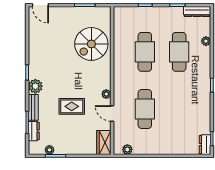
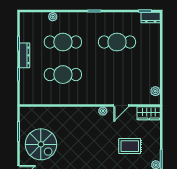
dresser: (197, 11) -> (25, 55), moved
spiral stairs: (91, 44) -> (41, 144), moved
rug: (72, 106) -> (130, 146), moved, turned 90
cafe table: (145, 109) -> (117, 42), moved

